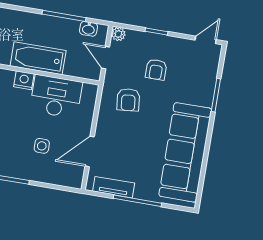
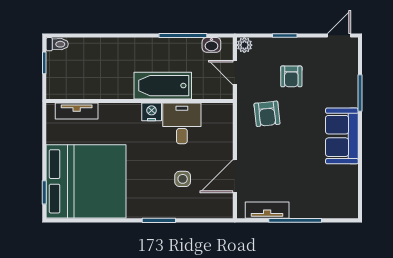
desk: (56, 97) -> (182, 123), width x0.73
sofa: (185, 152) -> (342, 136), width x0.54, depth x0.79

